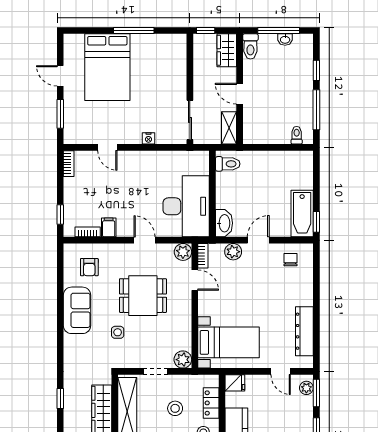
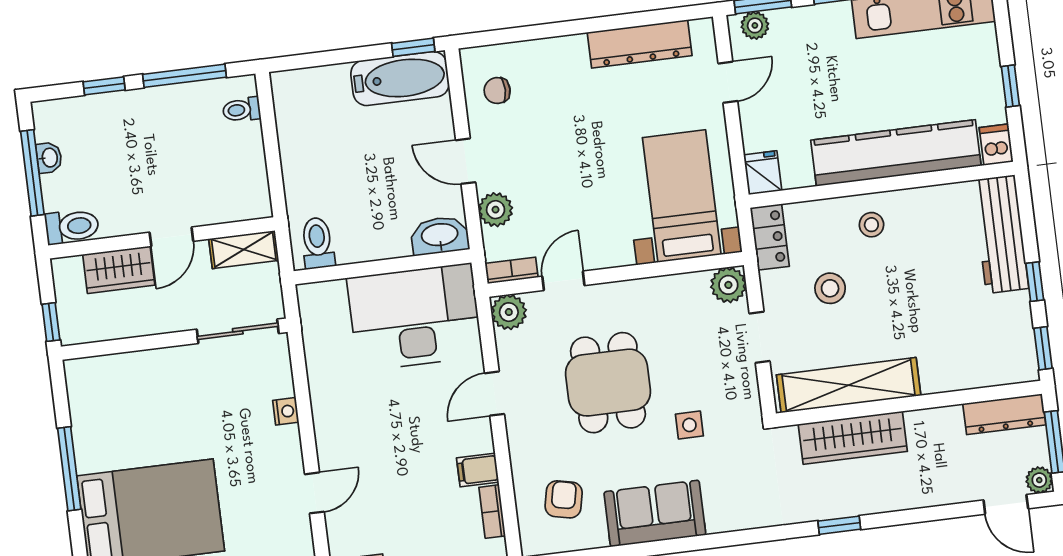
wardrobe: (227, 50) -> (119, 270), moved
armchair: (89, 267) -> (564, 499), turned -78
locker: (211, 403) -> (770, 237), moved, turned -90

